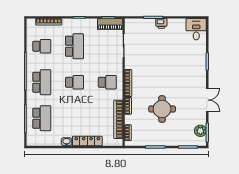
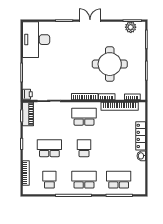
printer: (161, 23) -> (27, 94), moved
desk: (196, 29) -> (36, 40), width x1.87, depth x1.30
school desk: (107, 82) -> (84, 117), width x1.85
double door: (207, 100) -> (90, 21), moved
round table: (162, 109) -> (110, 64), width x1.36, depth x1.36

